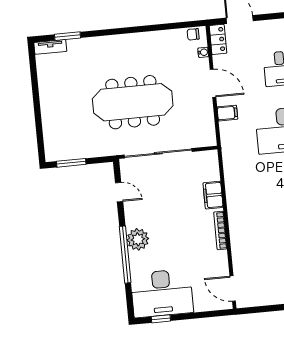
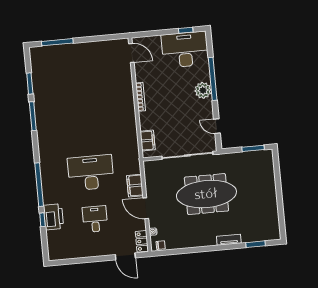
tv unit: (50, 47) -> (229, 240), moved
filing cabinet: (227, 113) -> (135, 186), width x2.00
filing cabinet: (213, 195) -> (148, 141), moved

